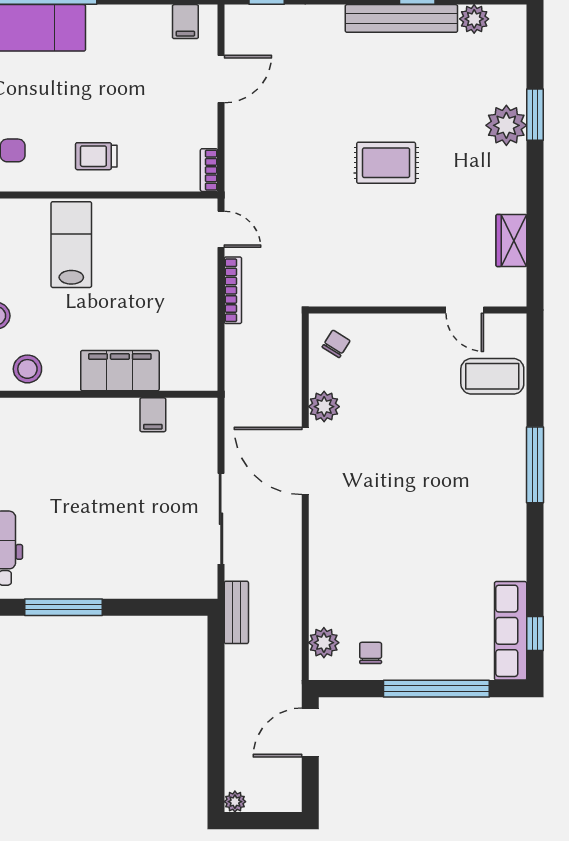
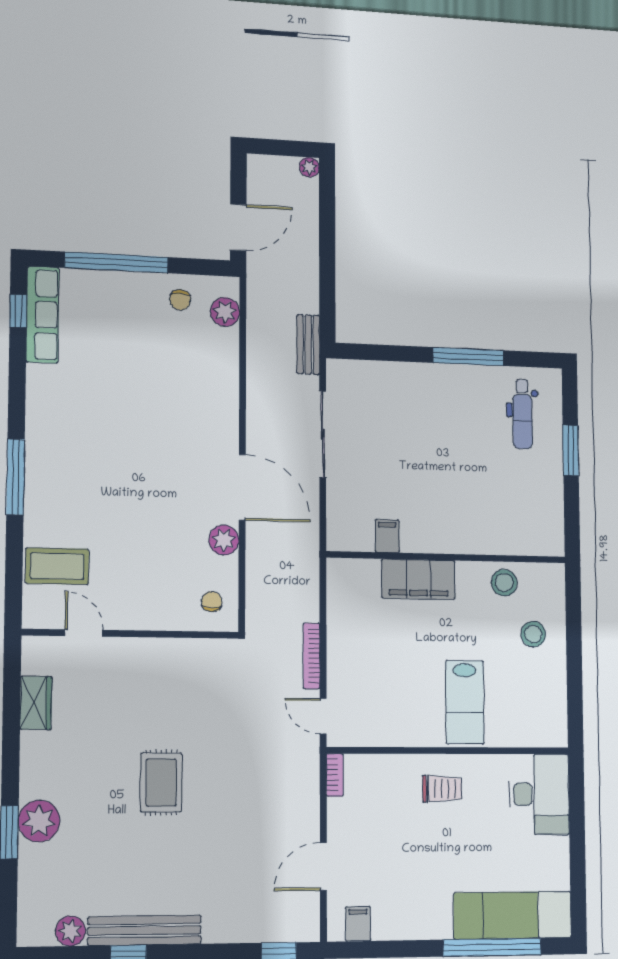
rug: (386, 163) -> (161, 782), turned 90
chair: (336, 344) -> (212, 601), turned 148

